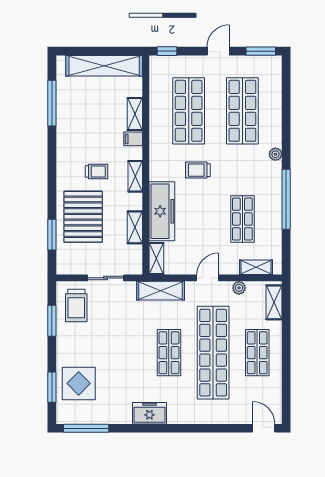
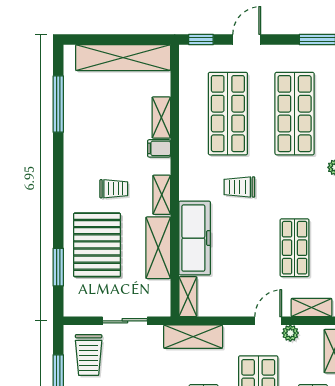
door: (218, 51) -> (247, 39), moved
shelving: (135, 227) -> (158, 248), width x1.50, depth x1.33
door: (208, 278) -> (268, 321), moved

